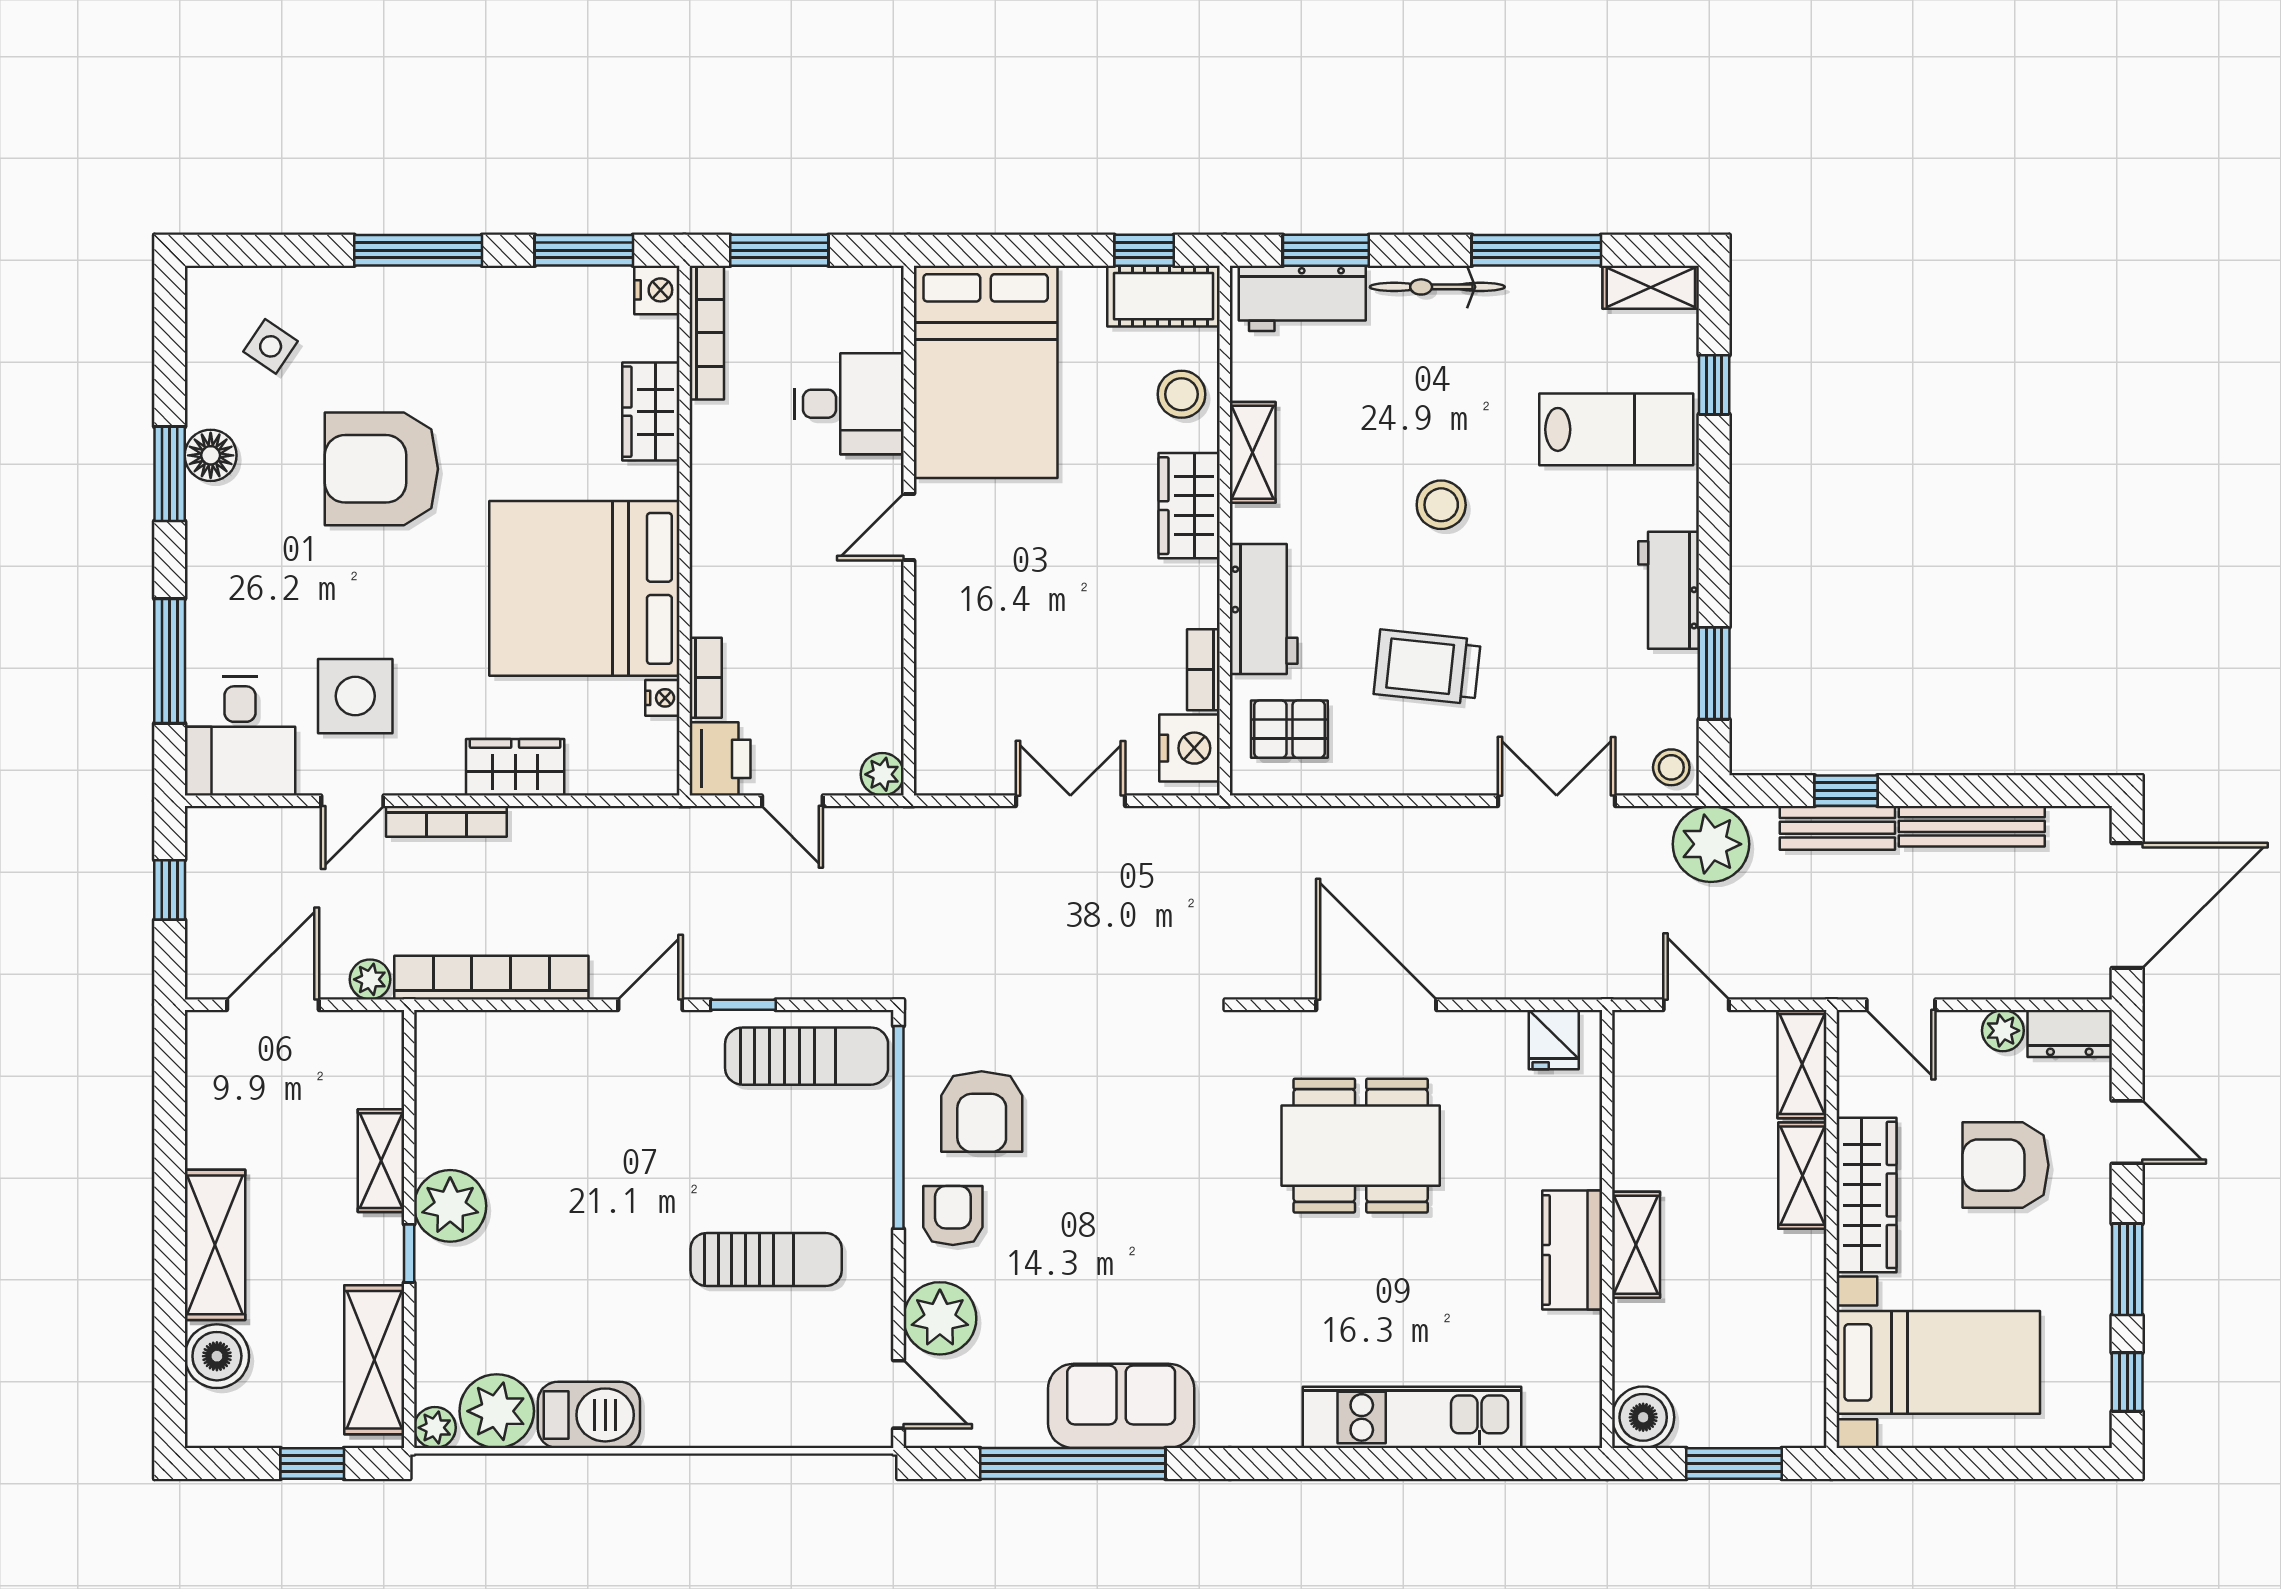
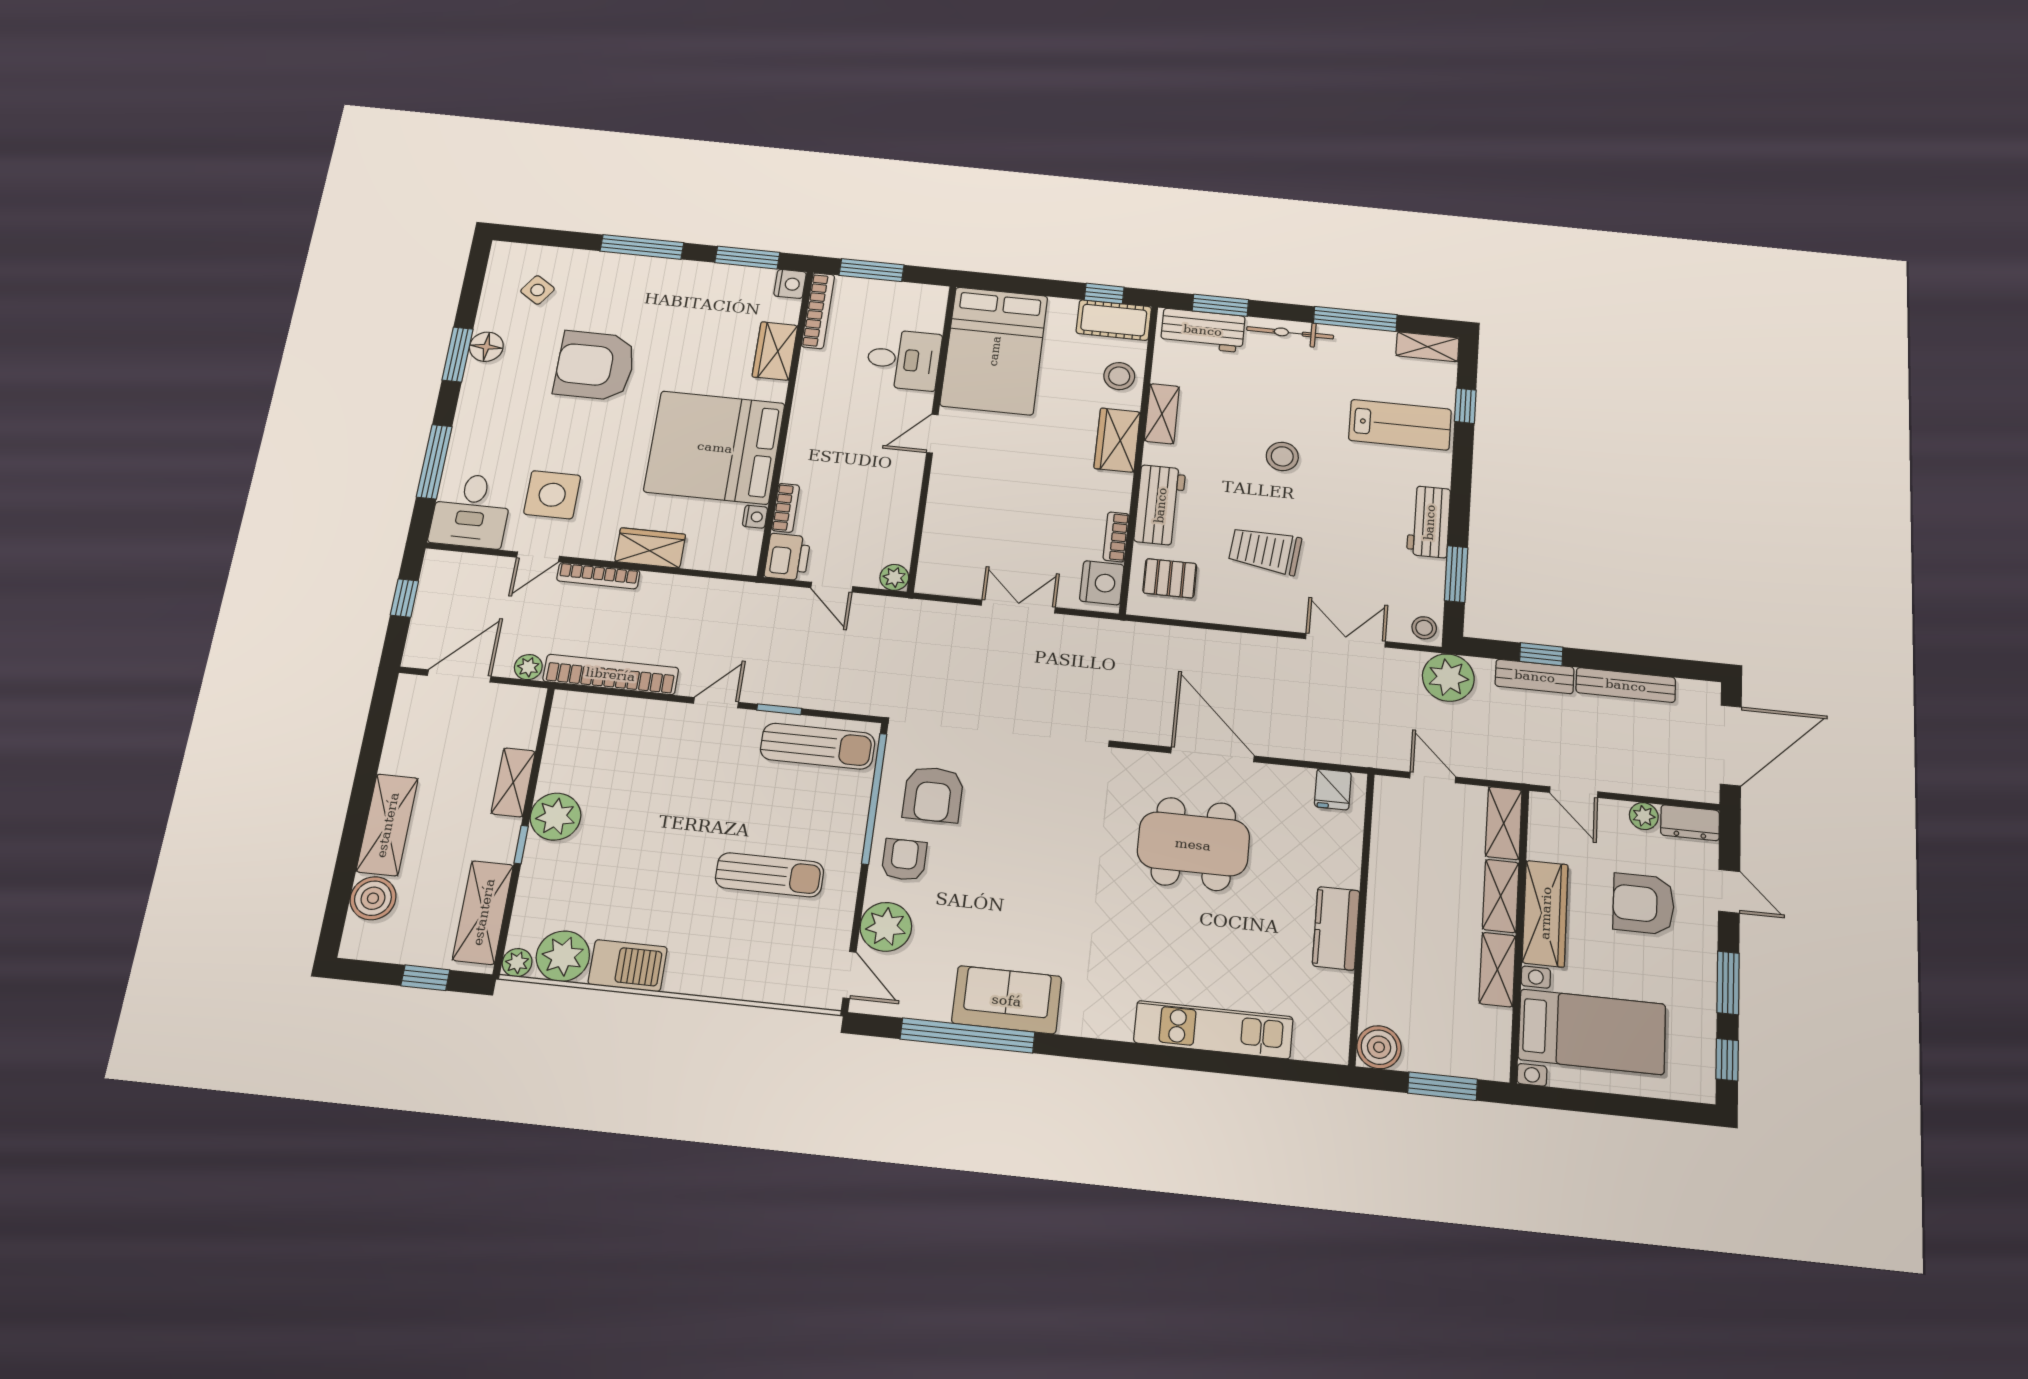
shelving: (1636, 1245) -> (1497, 970), moved

